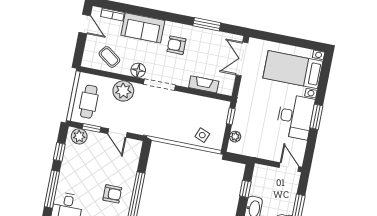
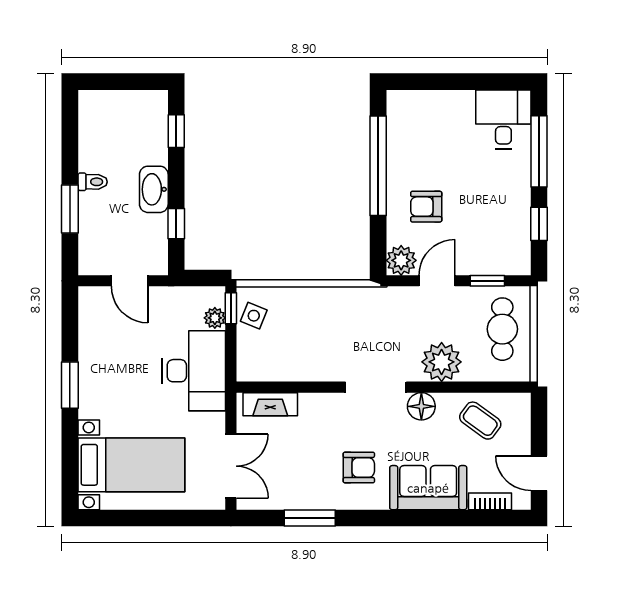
fireplace: (204, 84) -> (270, 404), moved
window: (231, 116) -> (231, 308), moved
desk: (295, 117) -> (194, 371), moved, turned 180
door: (117, 133) -> (437, 281), hinge flipped
side table: (202, 135) -> (254, 316), moved
plant: (79, 136) -> (401, 260), moved
door: (289, 167) -> (130, 281), moved
armchair: (112, 194) -> (426, 207), moved

